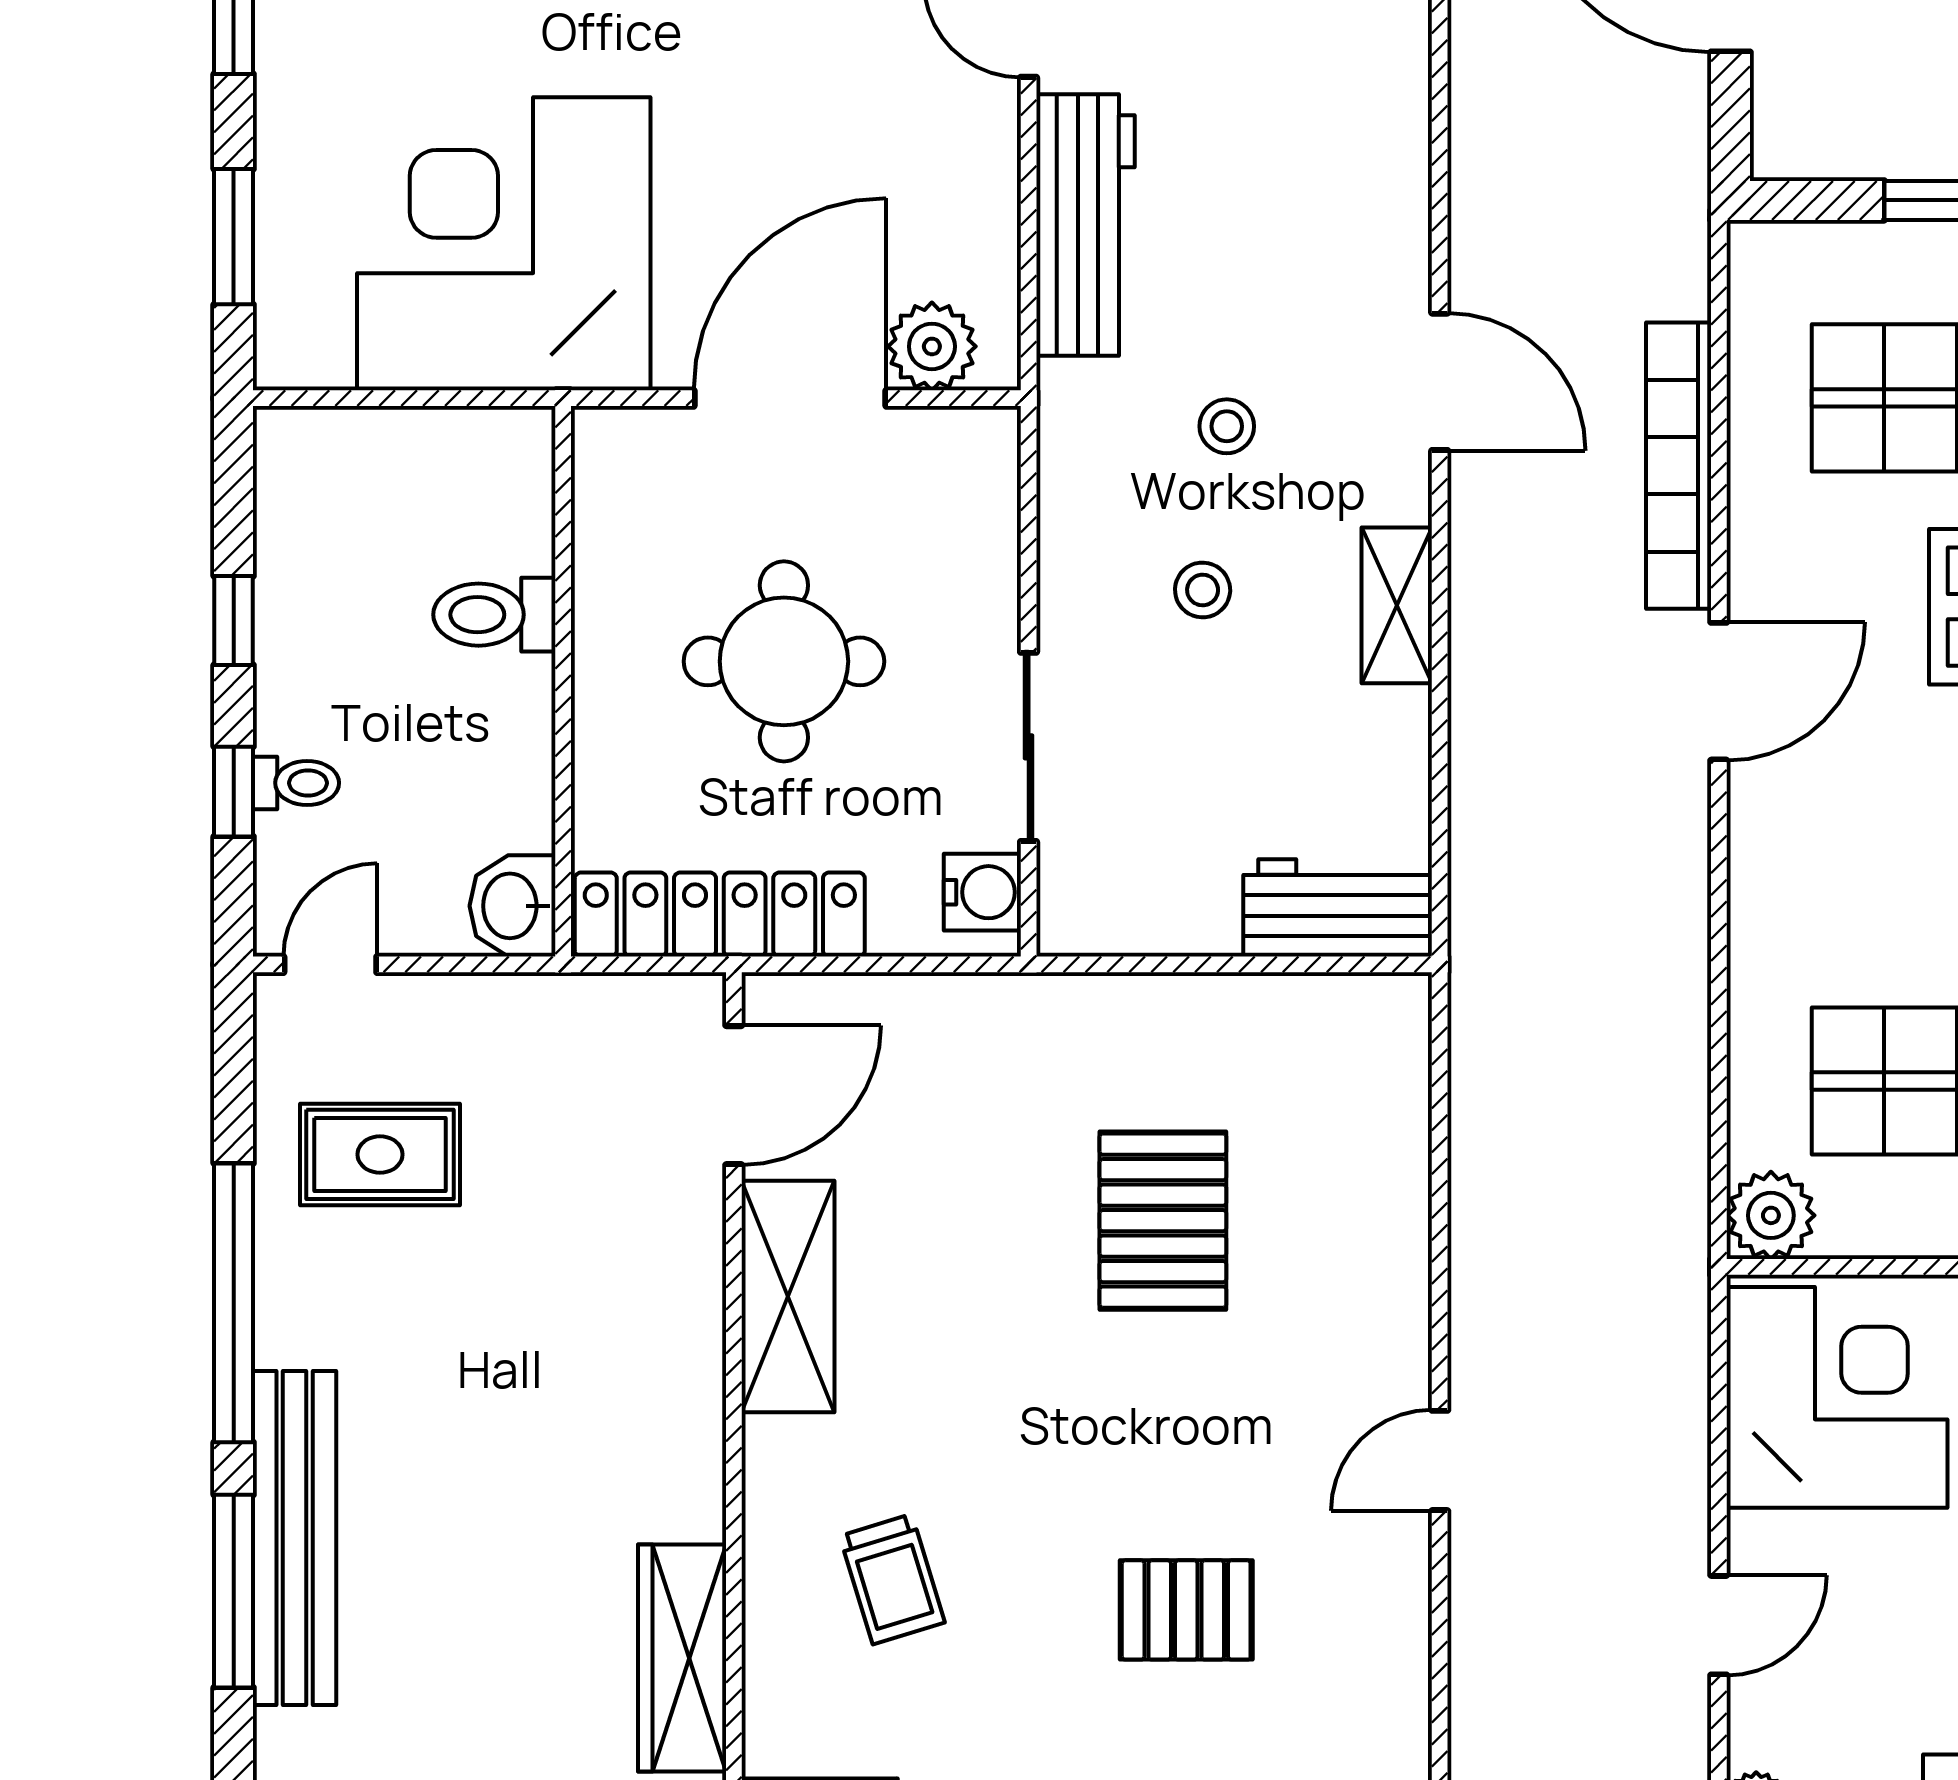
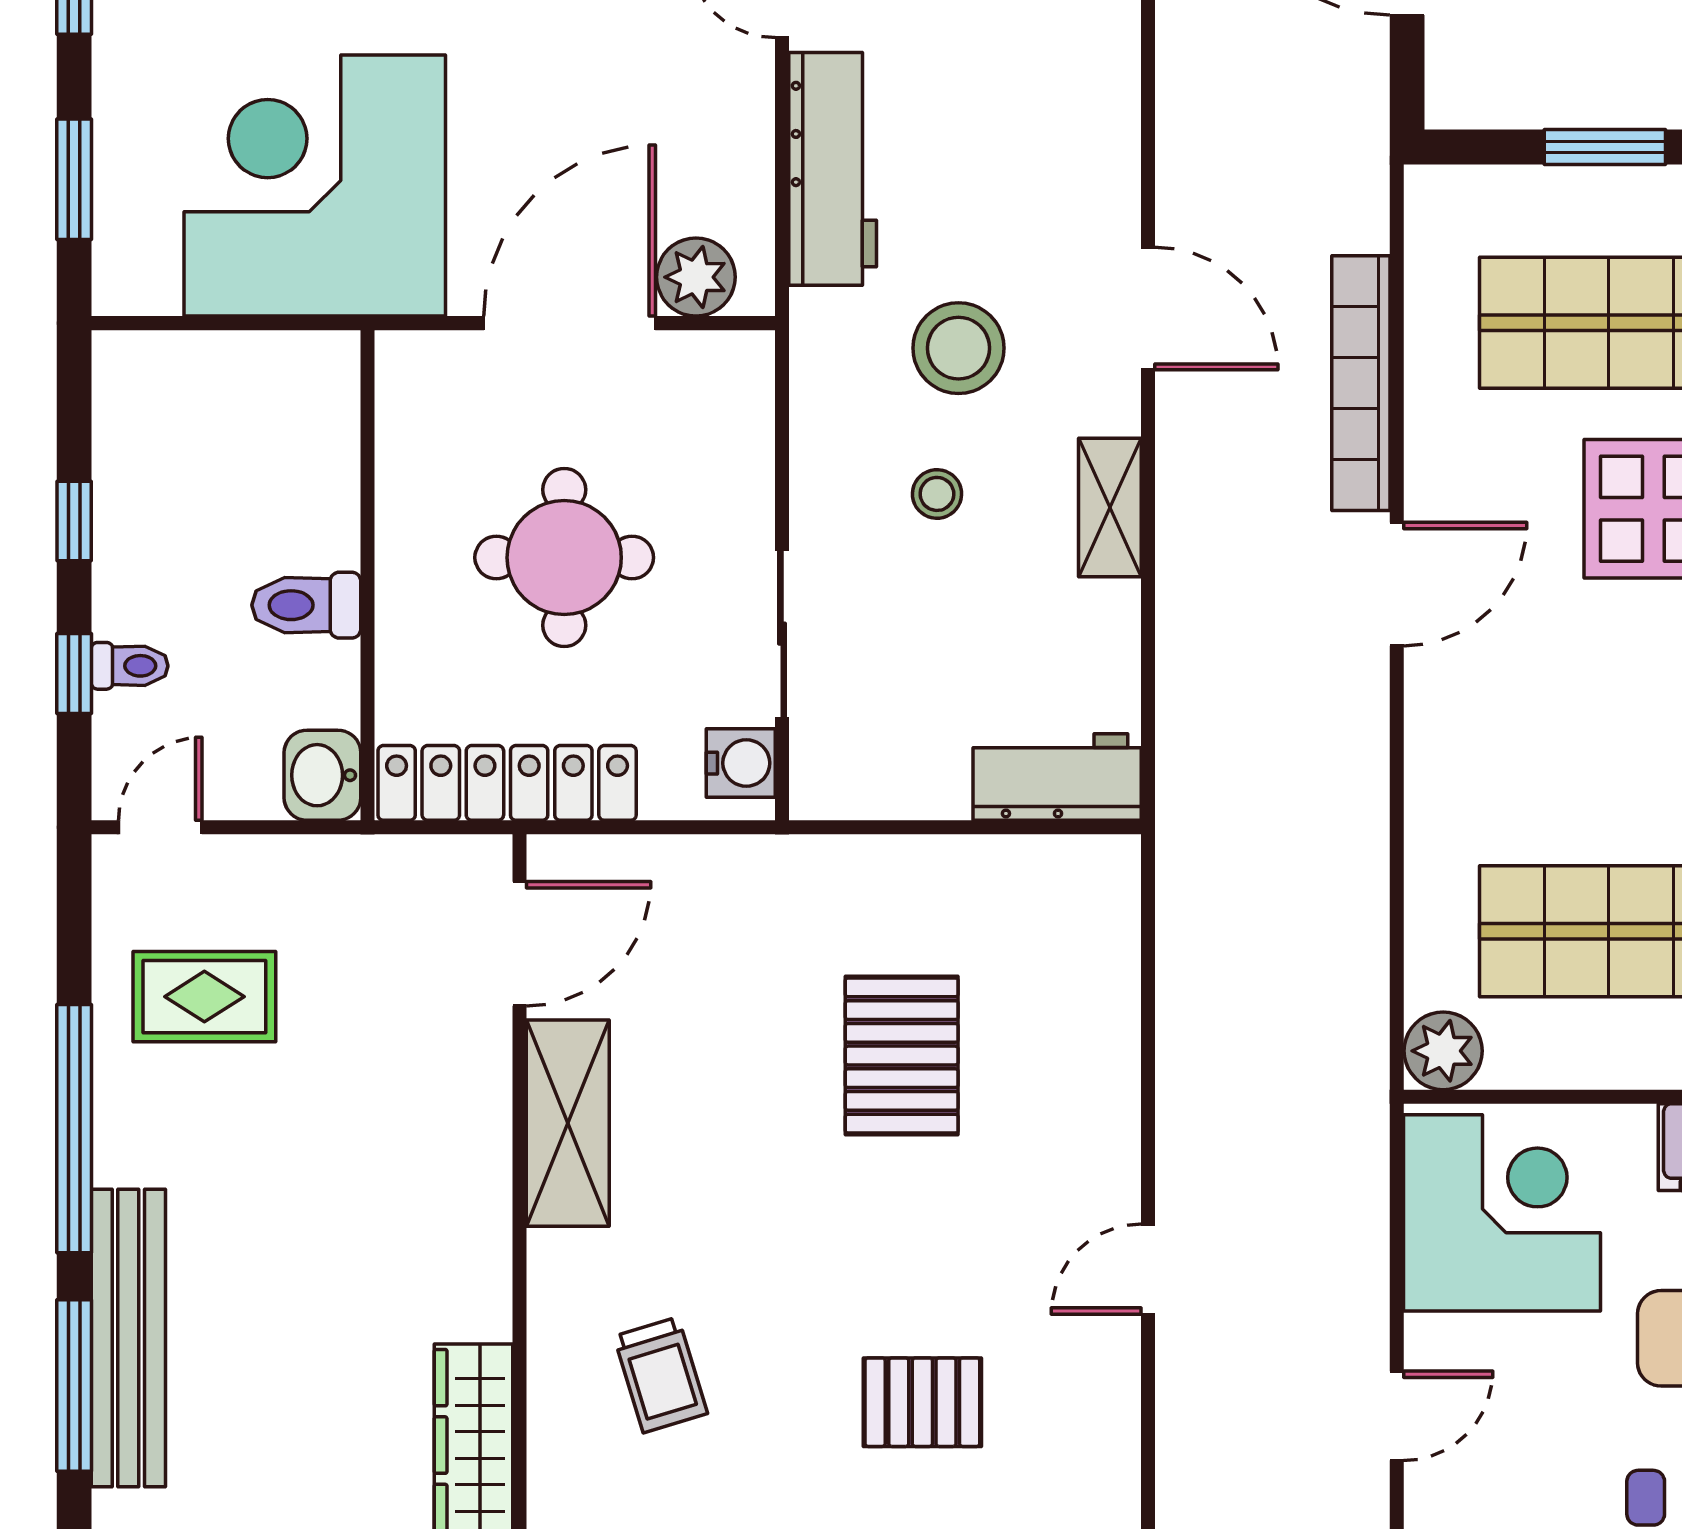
stool: (1227, 426) -> (958, 348), width x1.89, depth x1.89
toilet: (494, 615) -> (306, 605), moved

